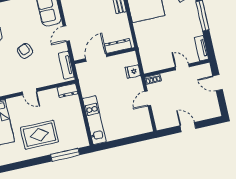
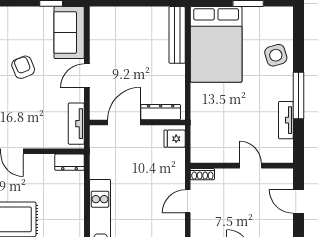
tv unit: (201, 48) -> (286, 120), moved
armchair: (25, 51) -> (23, 67), moved
fridge: (133, 71) -> (175, 139), moved

